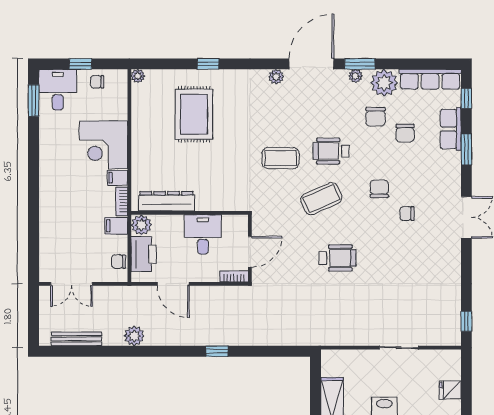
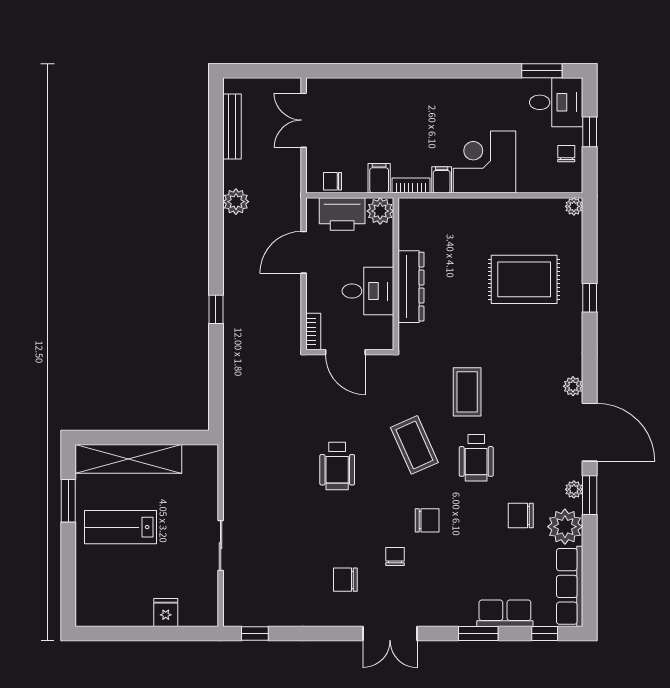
chair: (405, 133) -> (345, 580), moved
wheelchair: (331, 151) -> (476, 458), turned 180
dresser: (167, 201) -> (411, 287), moved
chair: (119, 262) -> (333, 181), turned -90

